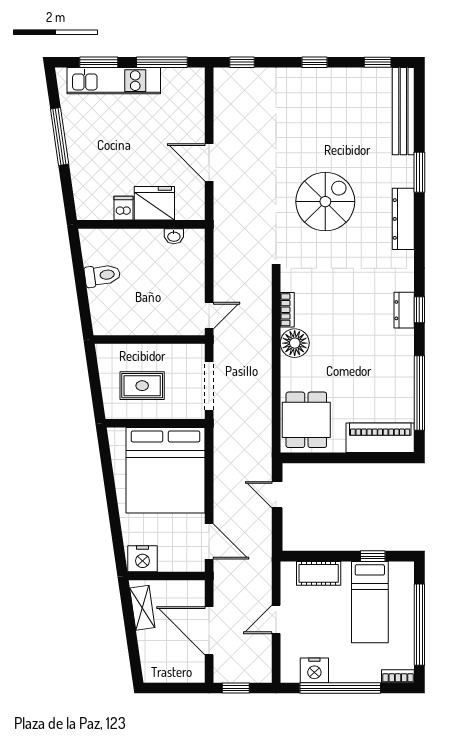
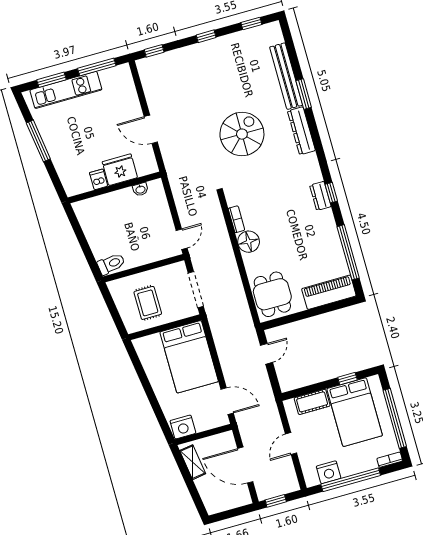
bench: (403, 111) -> (286, 76), moved
toilet: (102, 275) -> (111, 264), moved
rug: (142, 386) -> (148, 303), turned 90
bed: (166, 470) -> (189, 357), width x0.73
door: (277, 495) -> (267, 354), swing flipped
bed: (370, 602) -> (355, 412), width x1.50

